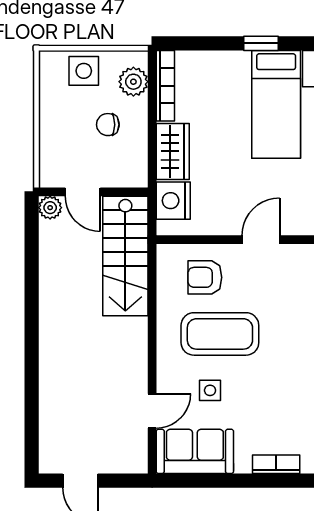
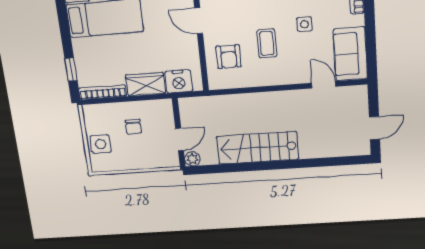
window: (261, 43) -> (71, 70), moved
plant: (133, 82) -> (103, 113), removed
stairs: (125, 256) -> (258, 148), moved, turned 180
coffee table: (220, 334) -> (267, 43), width x0.54, depth x0.58
side table: (210, 390) -> (304, 24), moved

